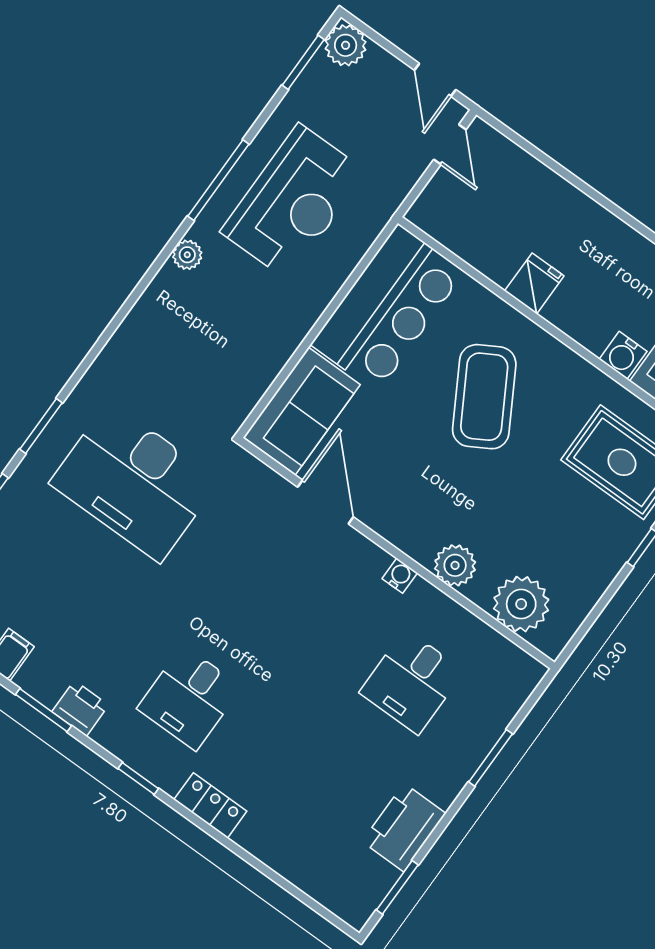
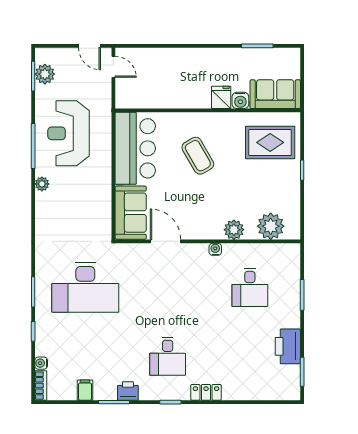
plant: (346, 45) -> (45, 74), moved
reception desk: (293, 202) -> (68, 133), turned 180
fridge: (534, 283) -> (221, 97), moved
coffee table: (484, 397) -> (198, 156), width x0.73, depth x0.76

